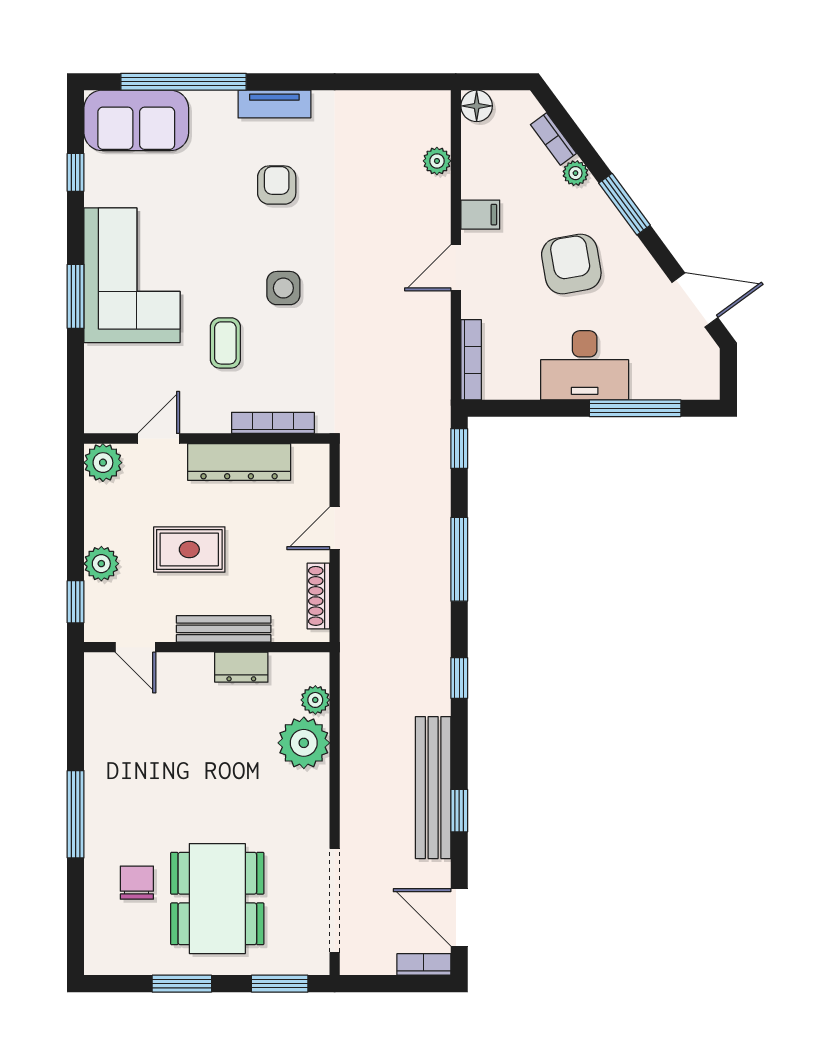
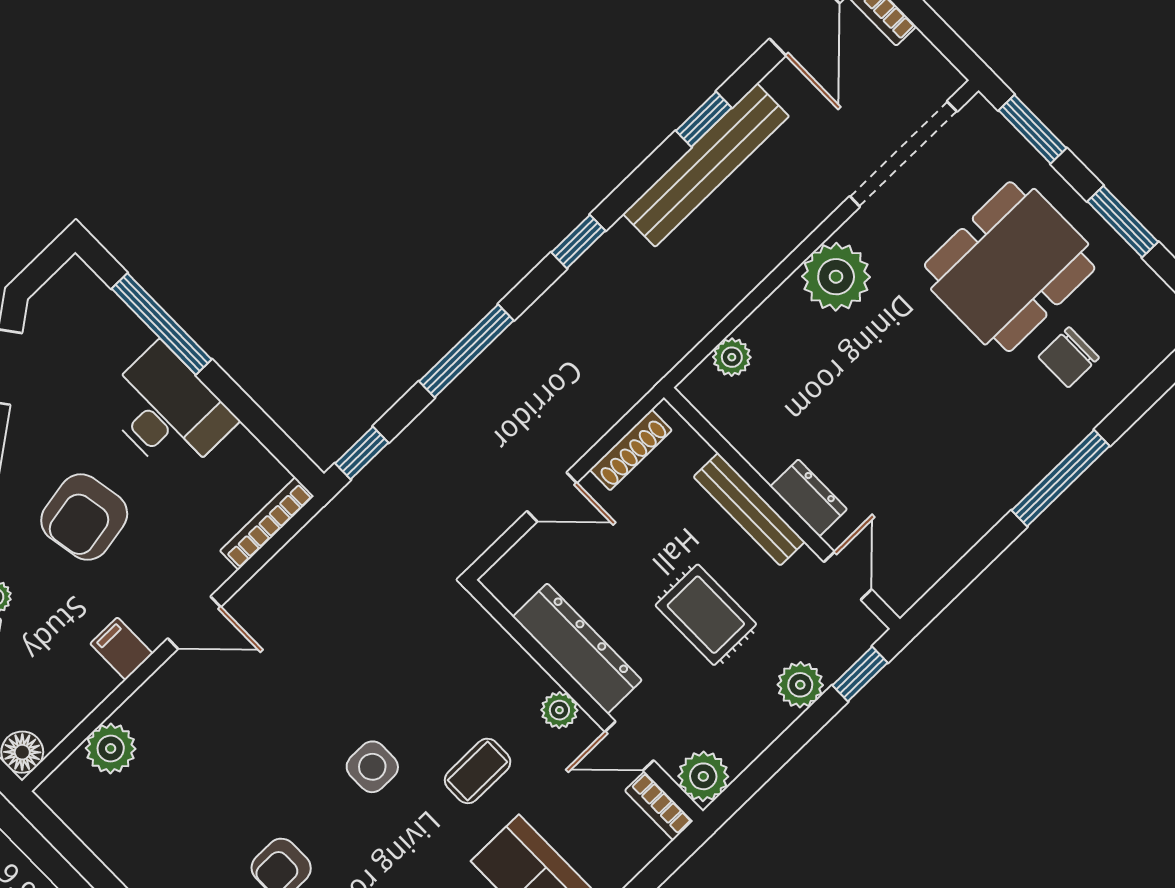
plant: (437, 161) -> (111, 748), width x1.38, depth x1.38
plant: (215, 420) -> (559, 710), added
bookcase: (273, 423) -> (659, 806), moved, width x0.64
dresser: (241, 667) -> (809, 498), moved
plant: (304, 743) -> (836, 277), moved

